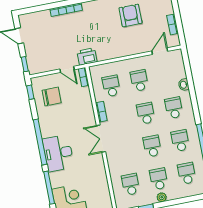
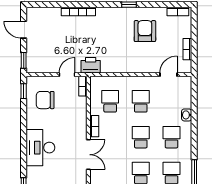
door: (67, 69) -> (67, 75), swing flipped
chair: (52, 96) -> (45, 100), turned 180
double door: (101, 139) -> (88, 155), swing flipped
window: (40, 142) -> (24, 146), removed
desk: (58, 153) -> (40, 148), moved

